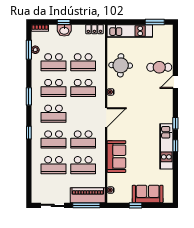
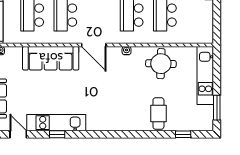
locker: (94, 29) -> (208, 30), removed
door: (175, 82) -> (18, 134), moved
window: (175, 123) -> (183, 134), moved
sofa: (116, 157) -> (51, 58), width x1.36

